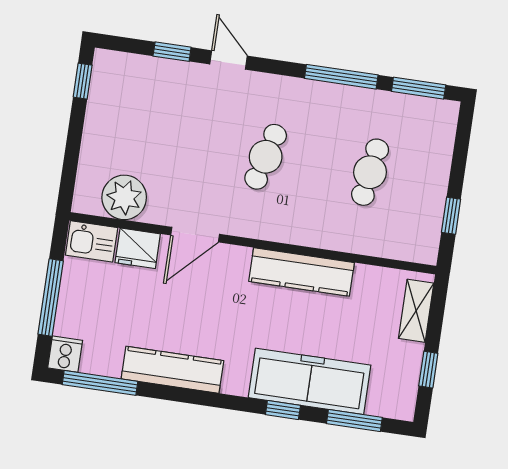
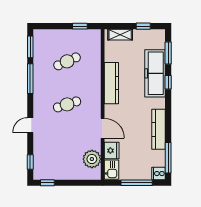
window: (172, 52) -> (30, 162), moved
cafe table: (266, 157) -> (67, 104), turned -33
cafe table: (370, 172) -> (67, 61), turned -33

